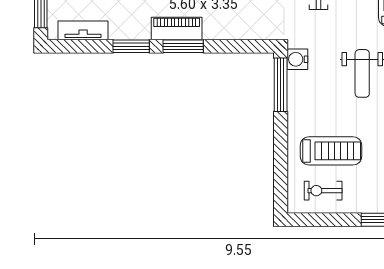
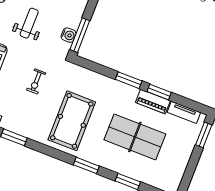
piano: (177, 29) -> (153, 102), moved
water cooler: (297, 59) -> (69, 35), moved

